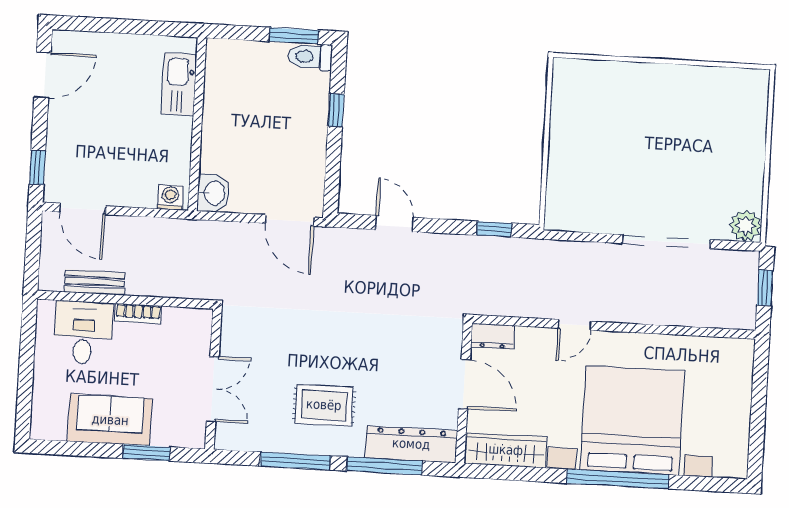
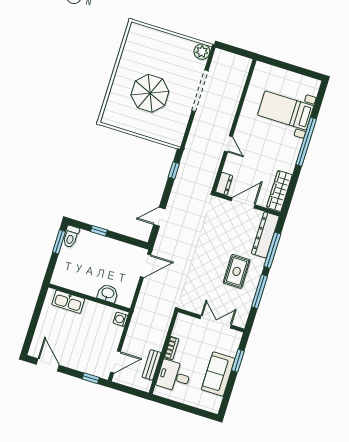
parasol: (636, 143) -> (150, 93), added
washbasin: (214, 193) -> (108, 293), moved
window: (765, 288) -> (233, 50), removed
bed with nightstands: (632, 420) -> (286, 110), width x0.54

